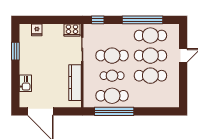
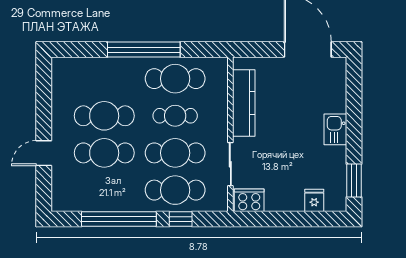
window: (98, 20) -> (181, 219), moved
cafe table: (150, 35) -> (175, 190), moved
window: (15, 51) -> (354, 180), moved
kitchen sink: (25, 83) -> (335, 129), moved
window: (114, 111) -> (144, 50), moved

